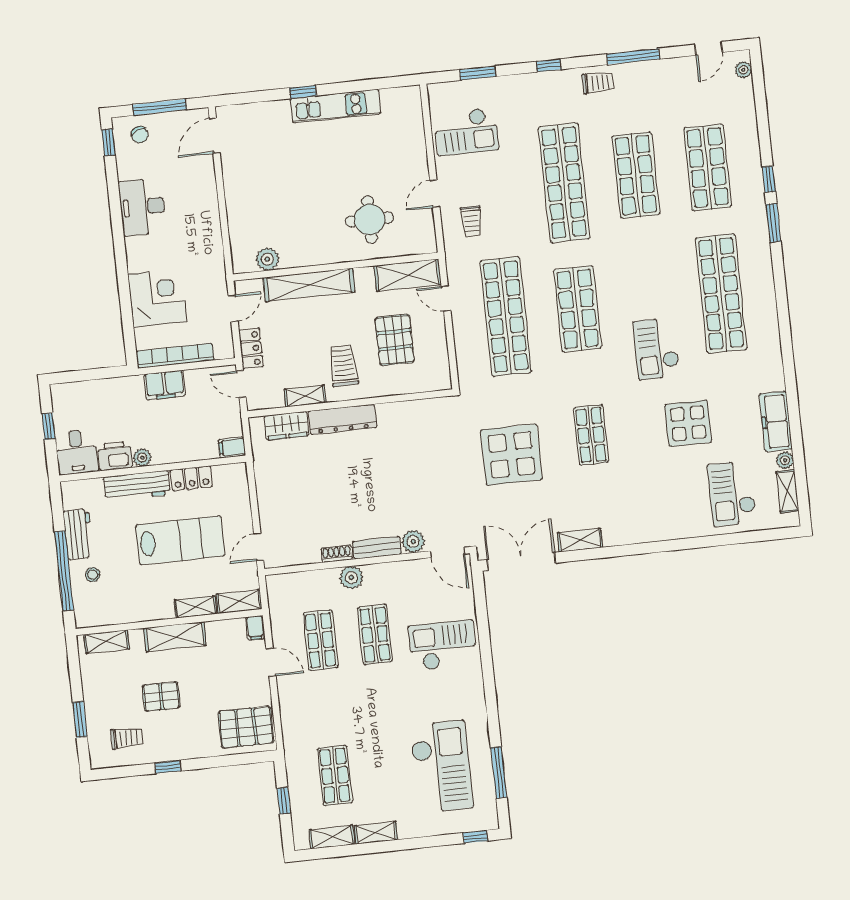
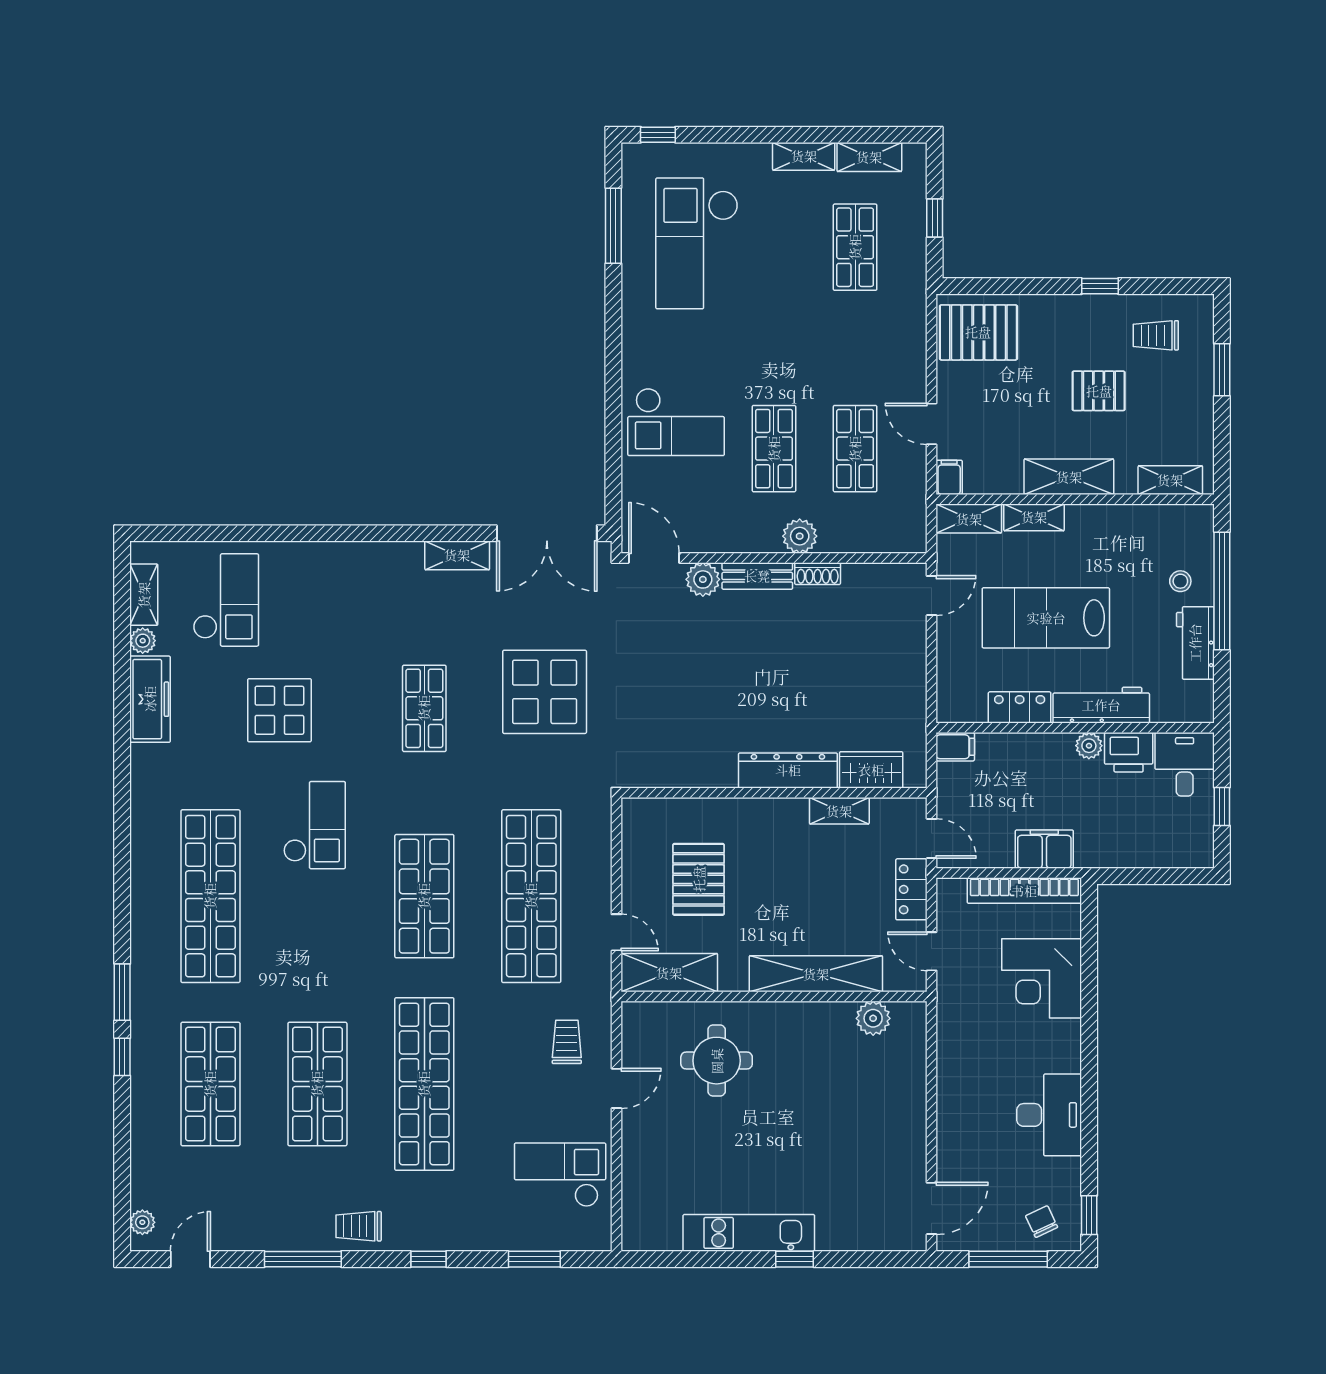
door: (233, 308) -> (932, 951), hinge flipped
trolley: (344, 366) -> (778, 849), removed

